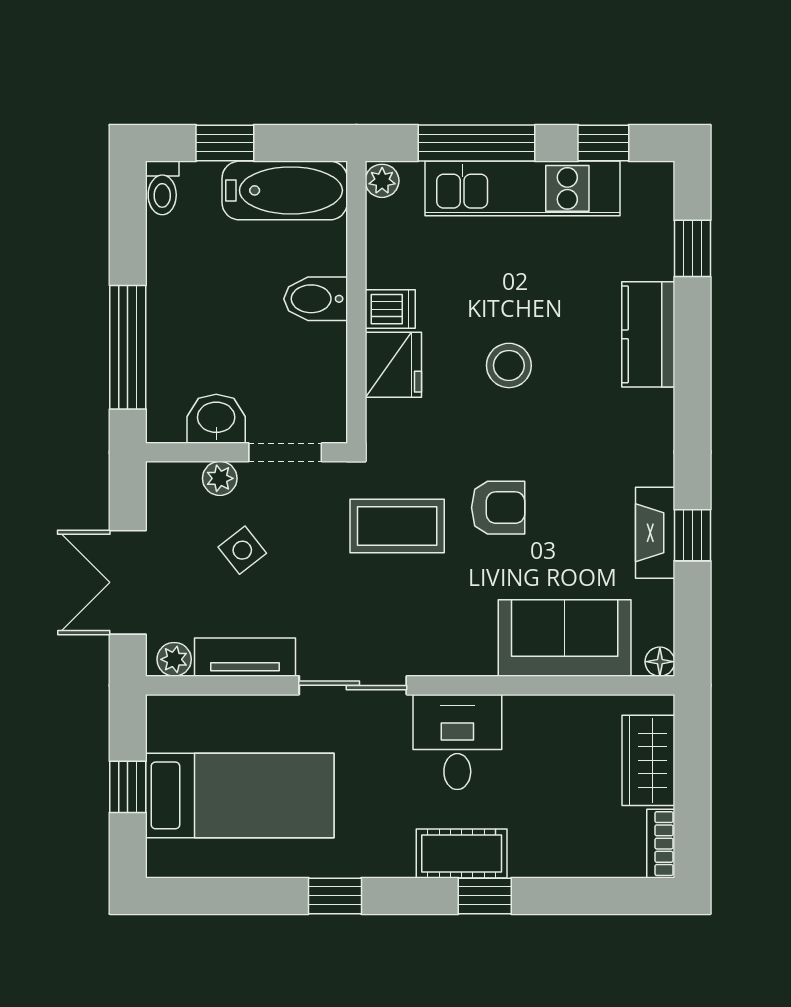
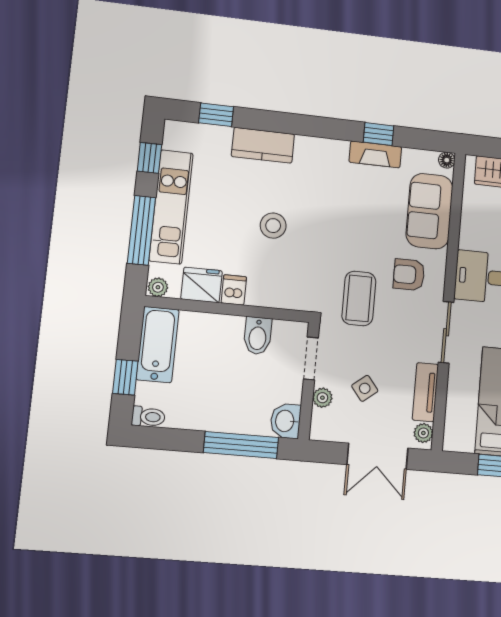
bidet: (316, 299) -> (258, 336), moved
fridge: (393, 365) -> (202, 285), moved
washbasin: (216, 419) -> (286, 421), moved
armchair: (498, 508) -> (409, 275), moved, turned -90

